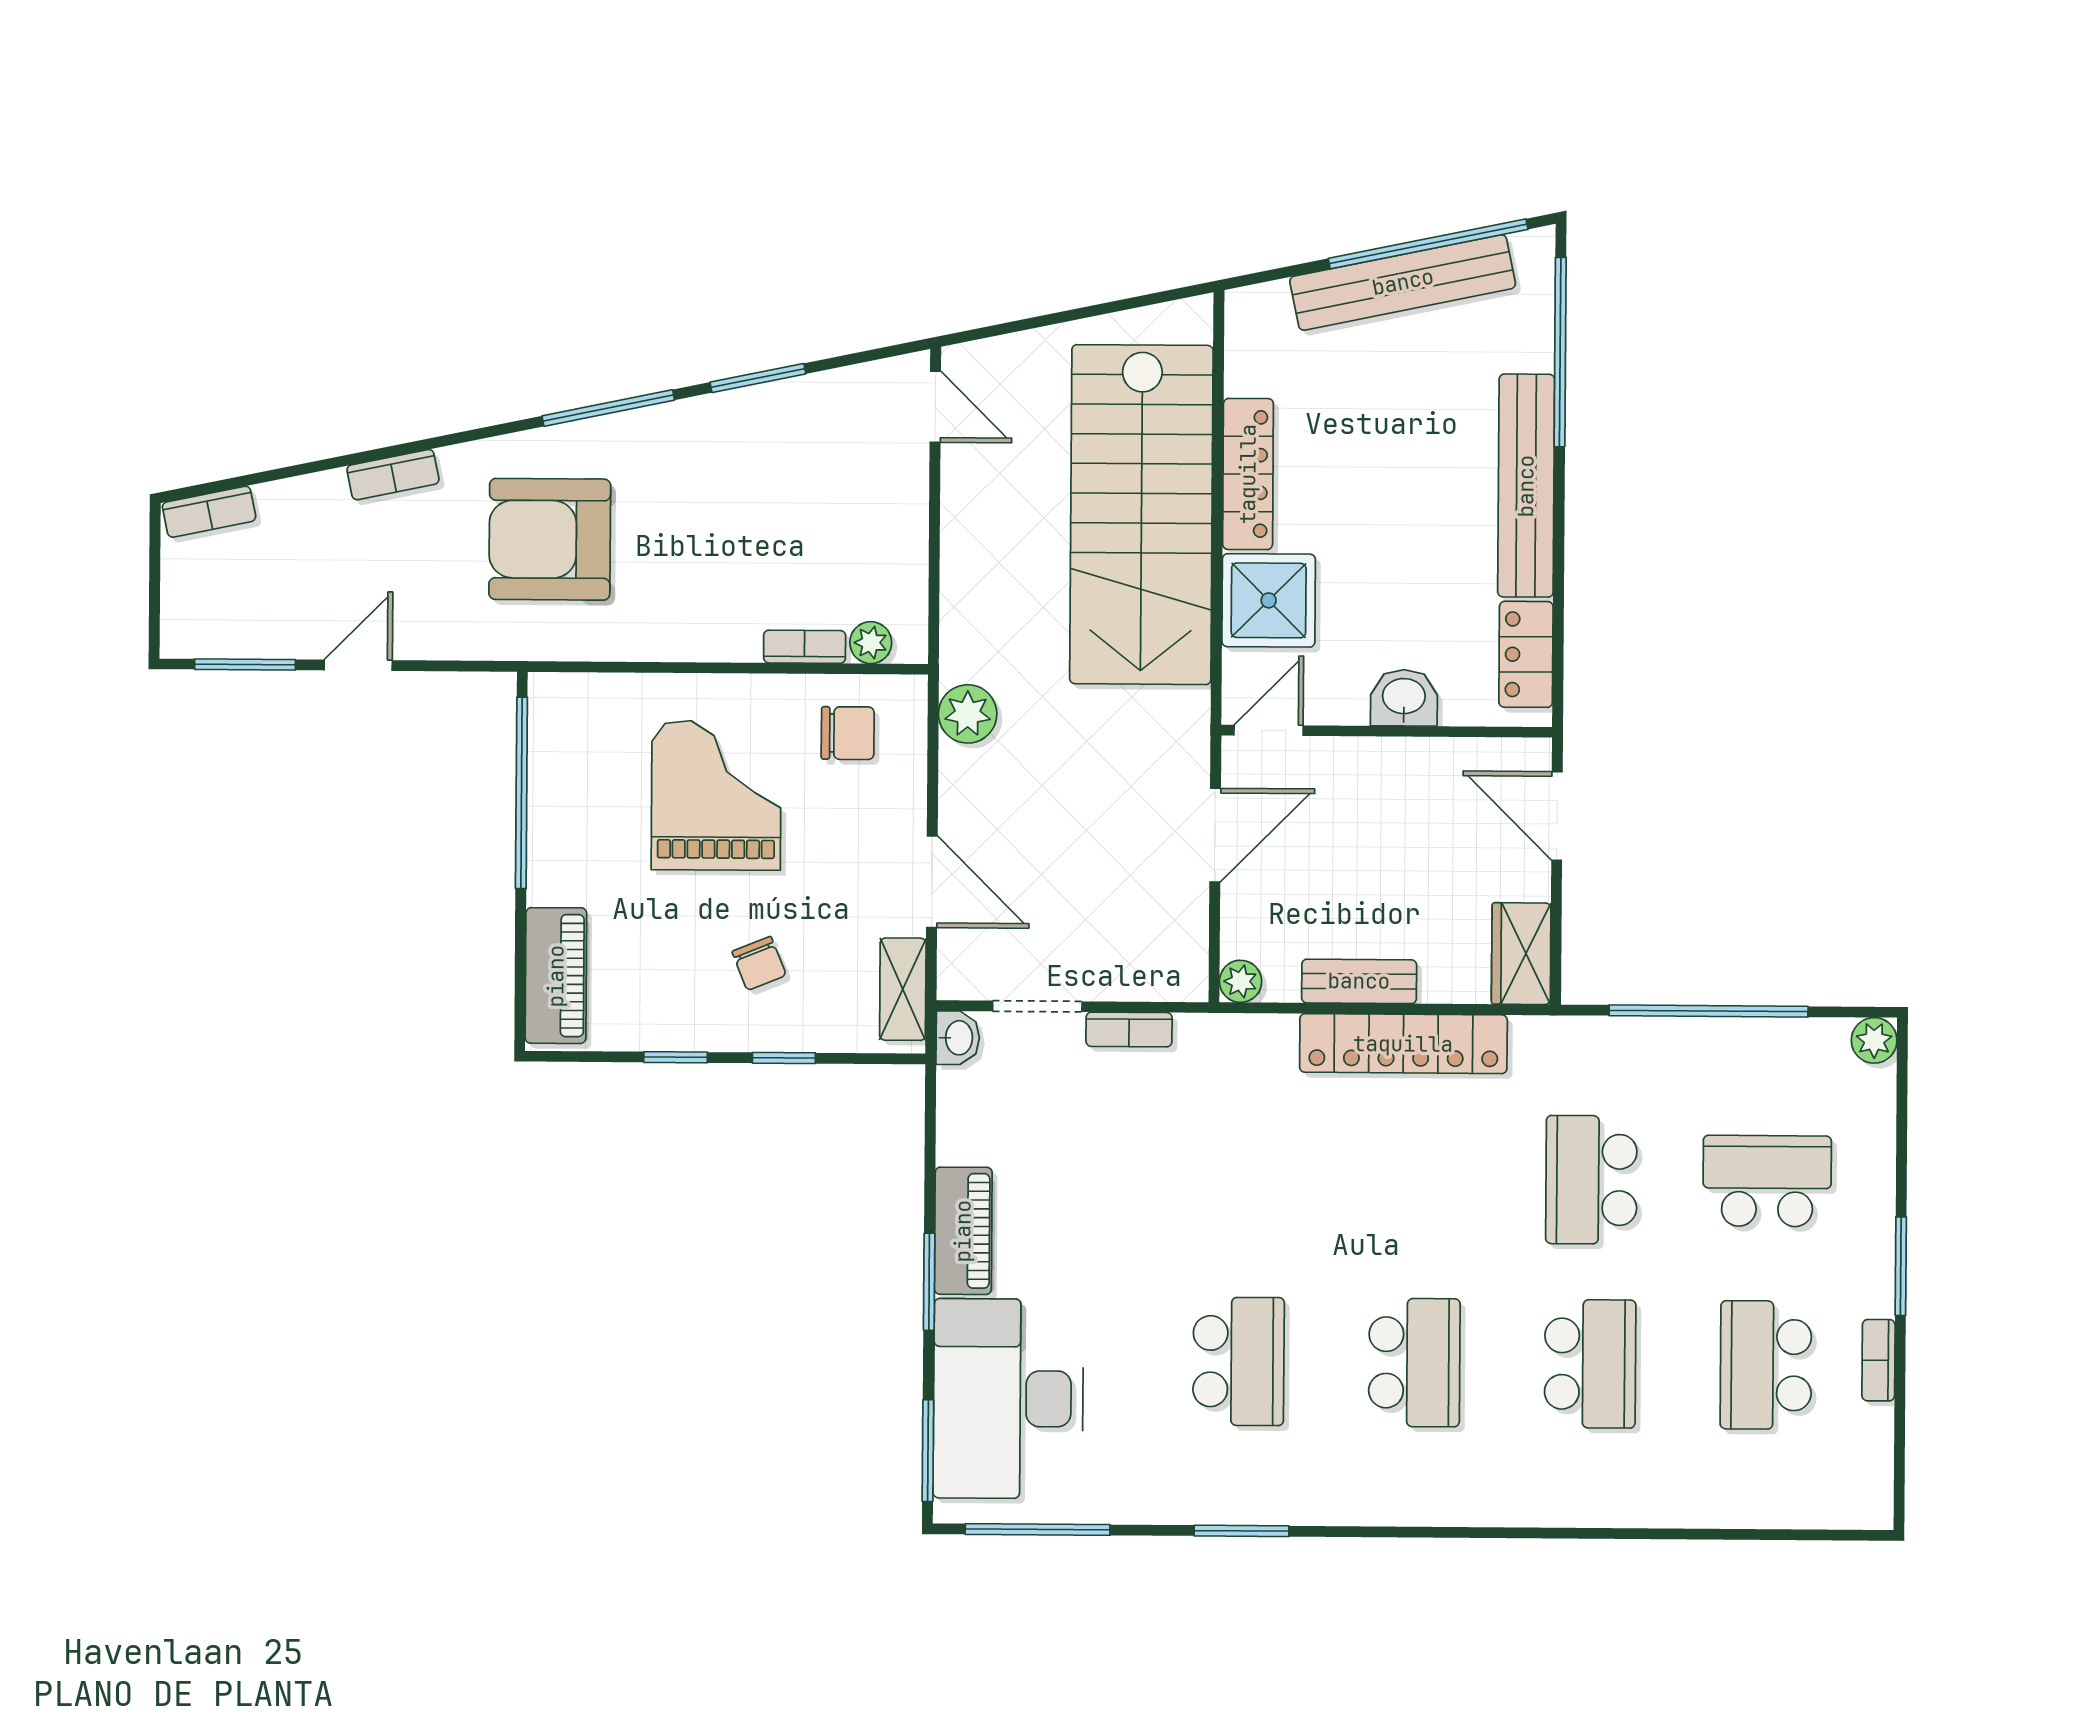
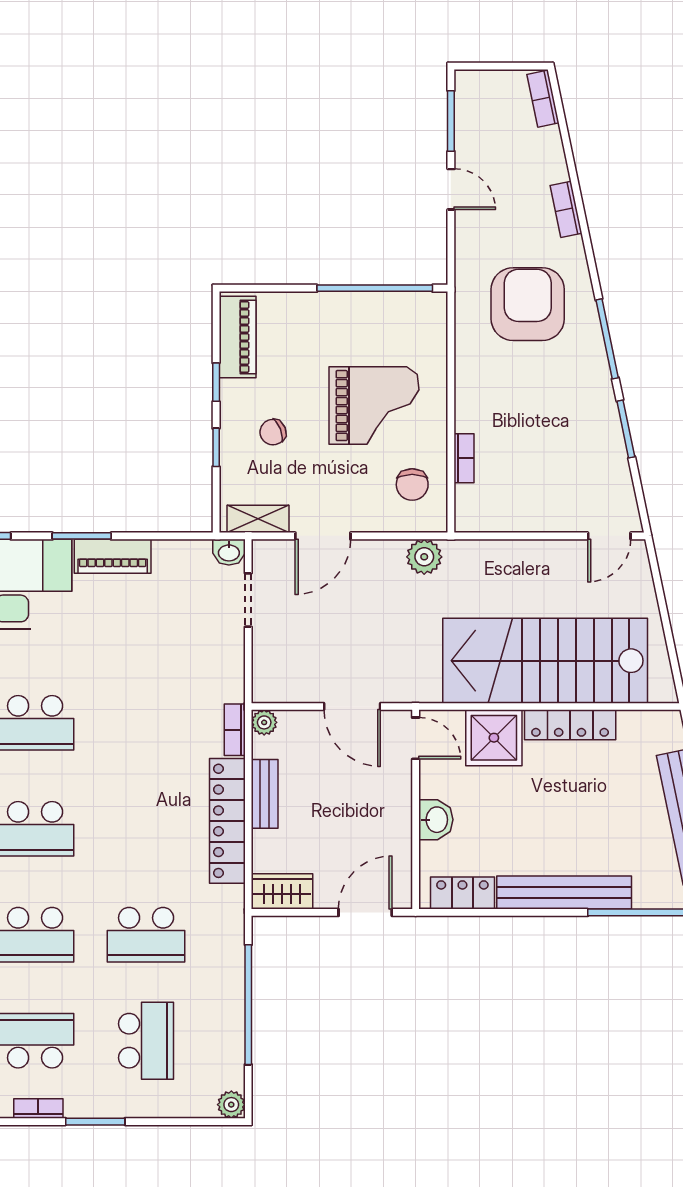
plant: (871, 643) -> (467, 498), removed
piano: (556, 976) -> (238, 337), moved, turned -90
bookcase: (1129, 1029) -> (235, 730), moved
school desk: (1591, 1180) -> (146, 935), turned 180

